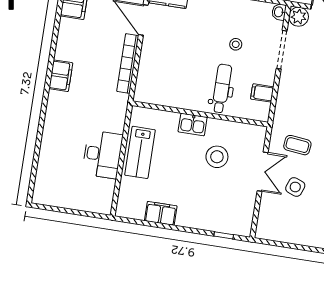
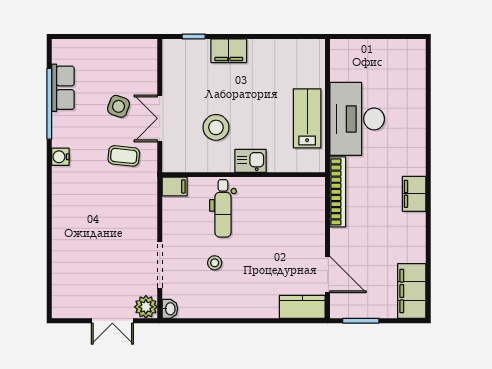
bookcase: (128, 63) -> (338, 192), moved
filing cabinet: (262, 93) -> (175, 186), moved
desk: (102, 154) -> (357, 119), width x1.36, depth x1.30
filing cabinet: (161, 213) -> (229, 51), moved

